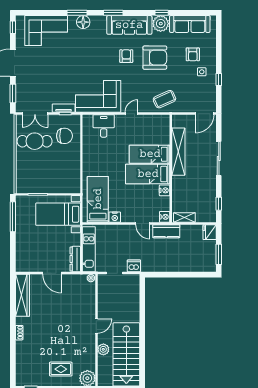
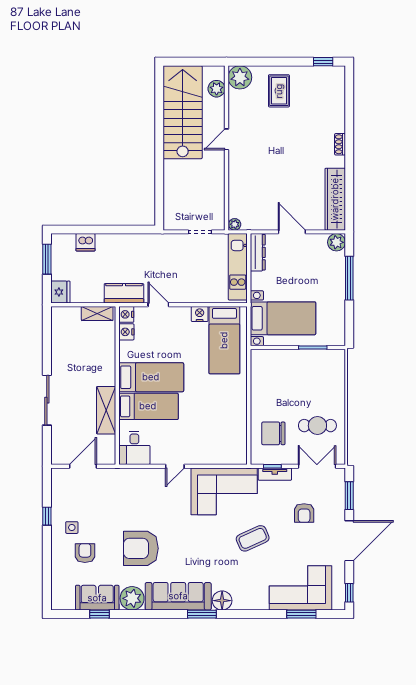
window: (77, 13) -> (301, 614), moved
window: (162, 13) -> (99, 614), moved
floor lamp: (83, 22) -> (222, 601), moved
sofa: (190, 24) -> (97, 598), width x0.73
armchair: (126, 56) -> (304, 513), moved
coffee table: (164, 99) -> (253, 538), moved
door: (205, 114) -> (83, 466), moved
desk: (104, 126) -> (134, 448), moved
cafe table: (35, 141) -> (317, 426), width x0.73, depth x0.74
shelving: (178, 152) -> (106, 410), width x0.68
nightstand: (165, 190) -> (126, 332), moved
window: (219, 204) -> (47, 334), removed
window: (13, 217) -> (349, 278), moved
plant: (22, 266) -> (336, 242), added
dishwasher: (134, 266) -> (86, 242), moved
door: (96, 326) -> (227, 139), moved
plant: (103, 349) -> (217, 89), moved
rug: (61, 369) -> (279, 91), turned 90

